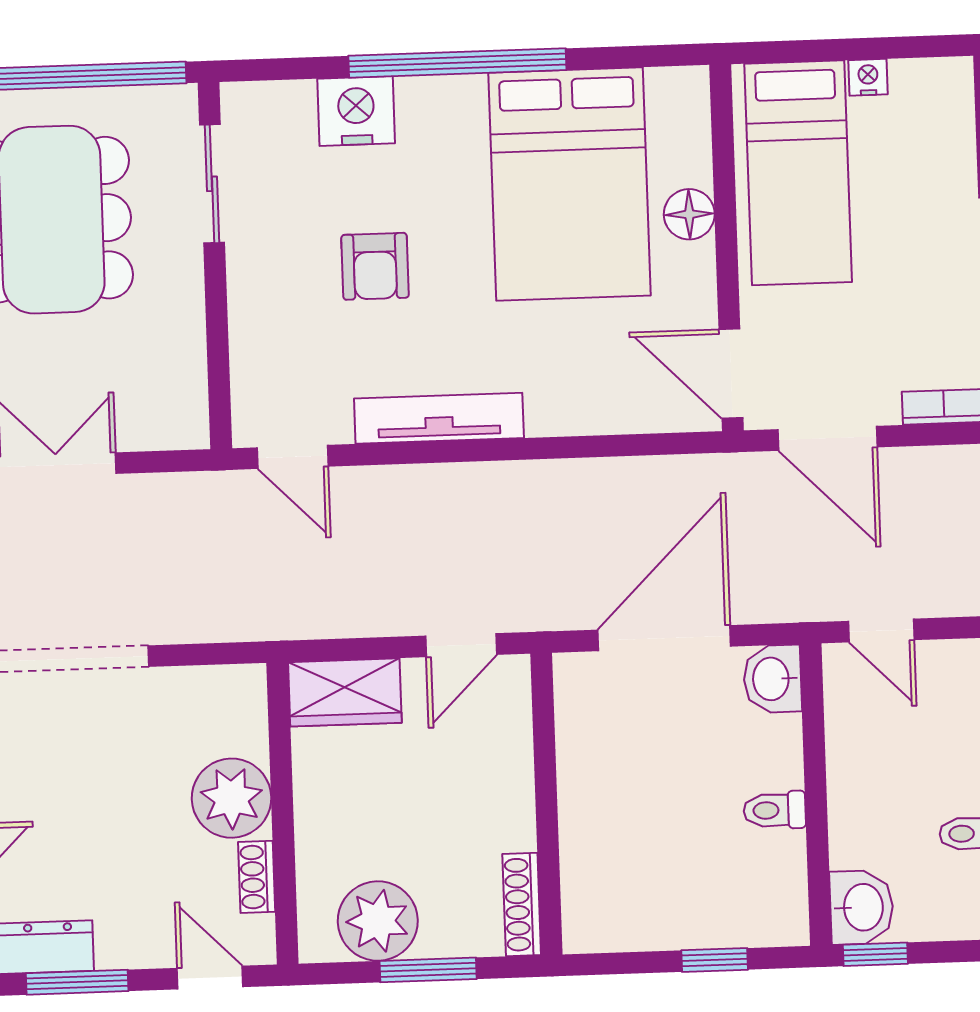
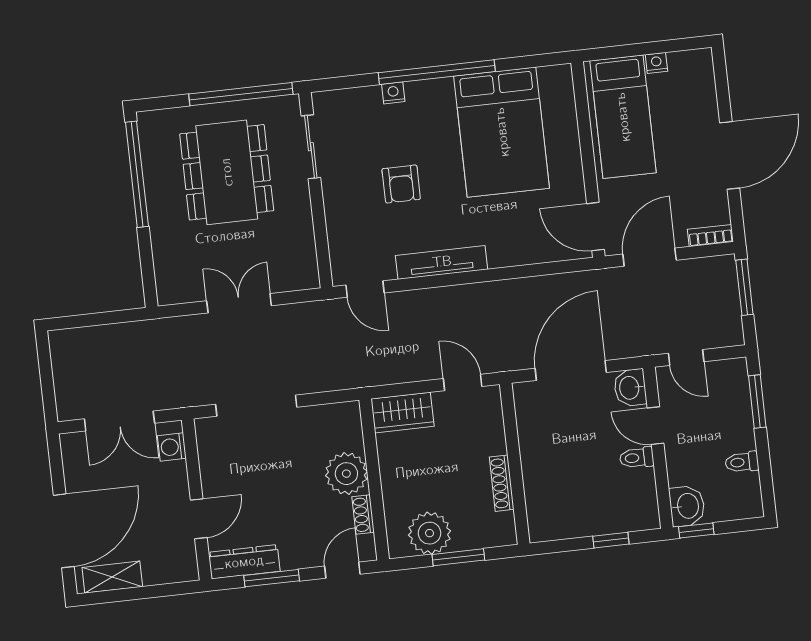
nightstand: (356, 111) -> (393, 93), width x0.53, depth x0.56
floor lamp: (689, 214) -> (567, 143), removed
door: (827, 438) -> (650, 257), swing flipped
door: (461, 645) -> (463, 383), swing flipped
door: (814, 753) -> (655, 426), added
shoe rack: (522, 905) -> (502, 483), moved
door: (210, 978) -> (342, 570), hinge flipped

